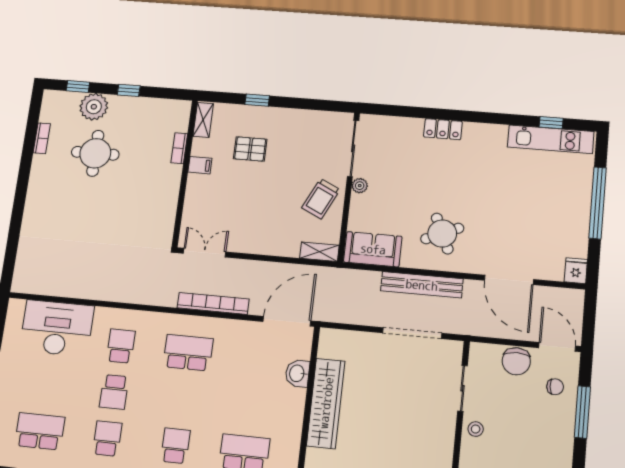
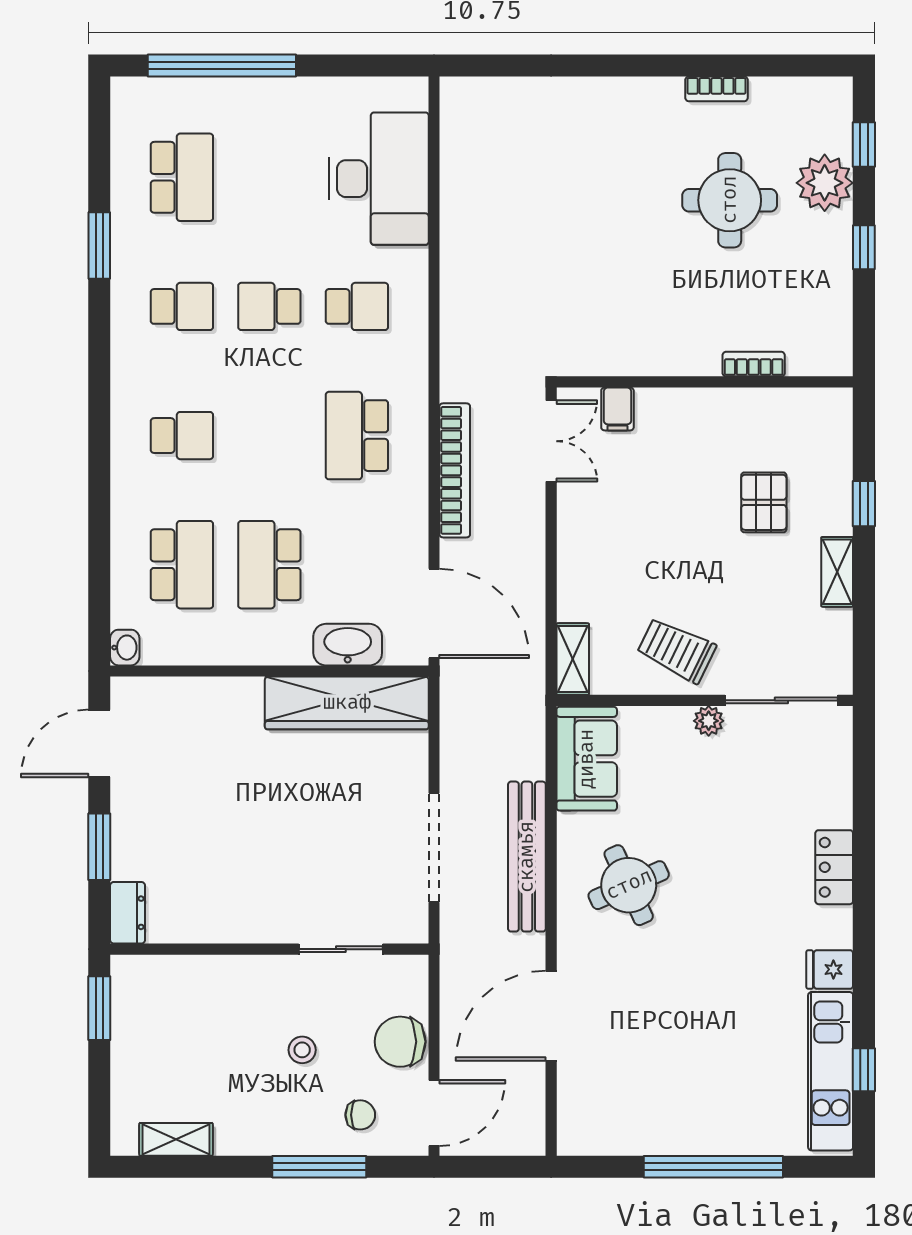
shelving: (203, 120) -> (837, 572), moved, turned 90
bookcase: (42, 138) -> (716, 89), moved
filing cabinet: (200, 165) -> (617, 409), moved
fridge: (576, 271) -> (830, 969), moved, turned 180
school desk: (188, 353) -> (357, 436), turned 180
washbasin: (297, 373) -> (348, 645), width x1.38
chair: (555, 387) -> (360, 1115), turned -86
wardrobe: (326, 403) -> (347, 703), moved
school desk: (250, 406) -> (269, 565), added
stool: (476, 429) -> (302, 1050), moved

